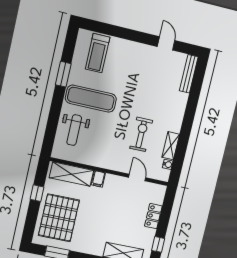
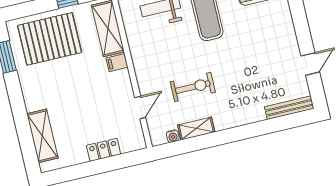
window: (158, 244) -> (72, 173), removed

